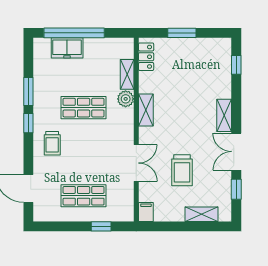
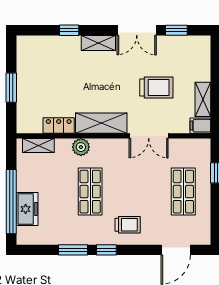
locker: (146, 57) -> (59, 125), moved
window: (236, 65) -> (69, 30), moved
shelving: (127, 74) -> (38, 145), moved
shelving: (146, 110) -> (101, 123), width x1.50, depth x1.33
double door: (136, 163) -> (149, 136), swing flipped
shelving: (201, 214) -> (203, 99), moved

